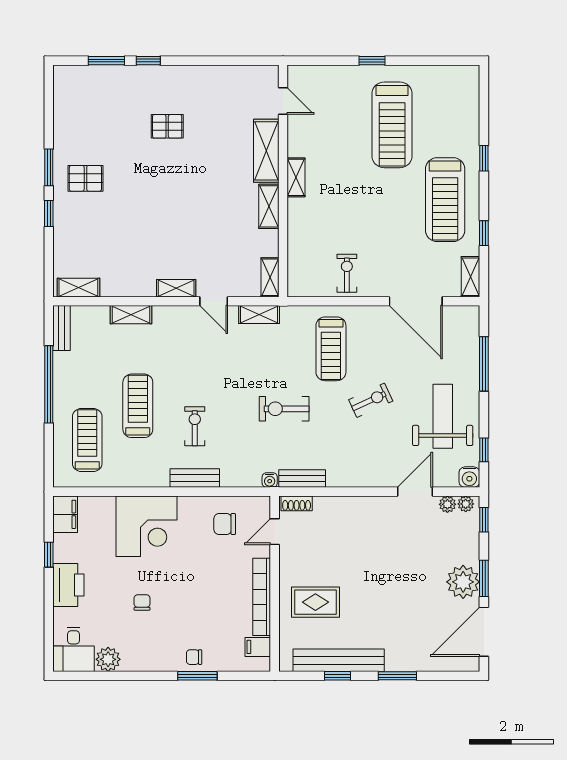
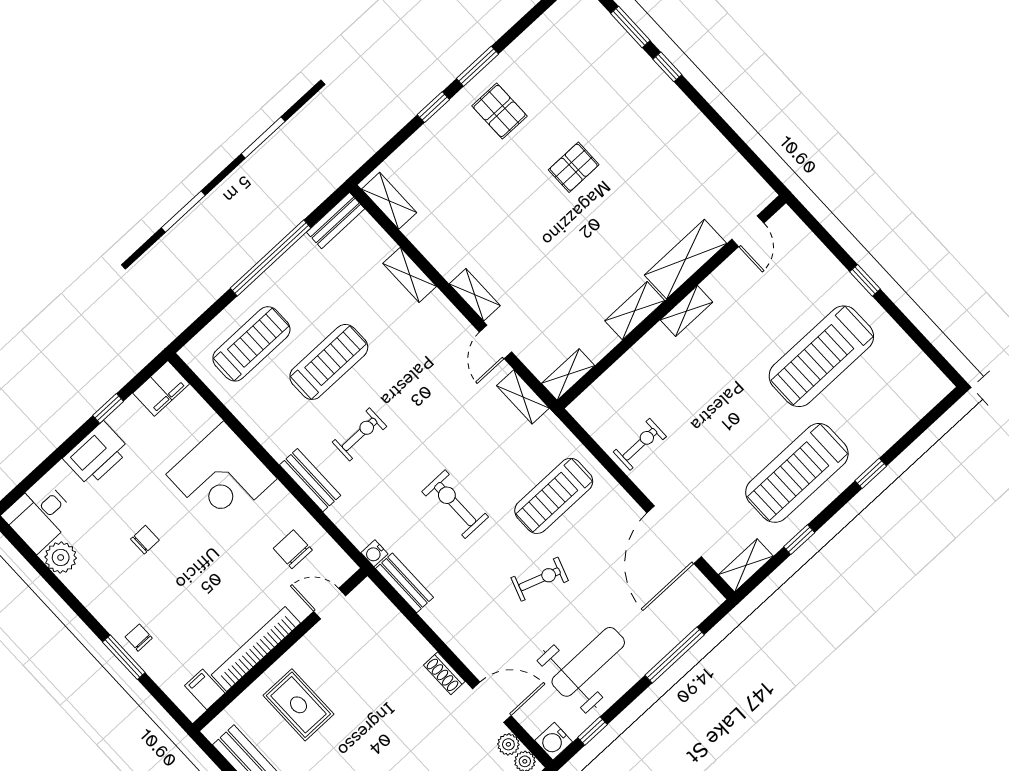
pallet: (167, 126) -> (574, 167), moved, turned 90
exercise bike: (371, 400) -> (540, 579), turned -46
shoe rack: (297, 503) -> (444, 673), moved

